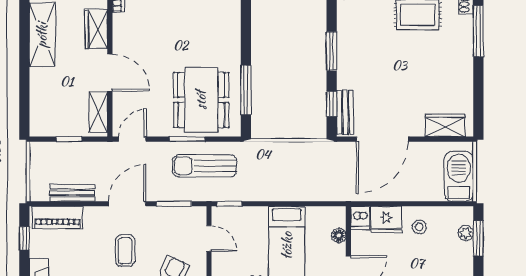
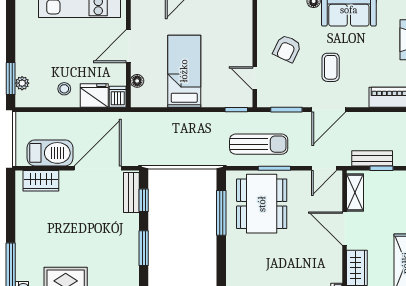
barbecue: (459, 176) -> (50, 153), moved, turned -90
bench: (72, 193) -> (372, 158), moved

